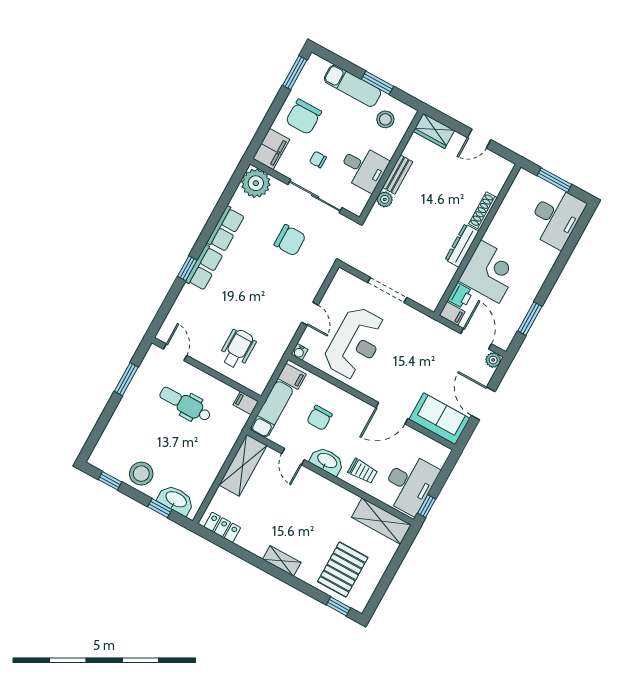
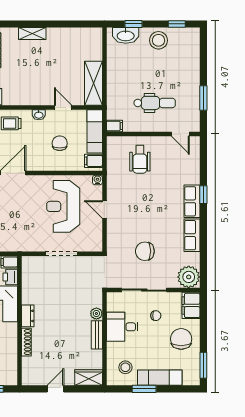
dresser: (462, 245) -> (28, 316), width x0.70
washbasin: (327, 461) -> (39, 115), width x0.52, depth x0.69
locker: (222, 527) -> (84, 34), removed

